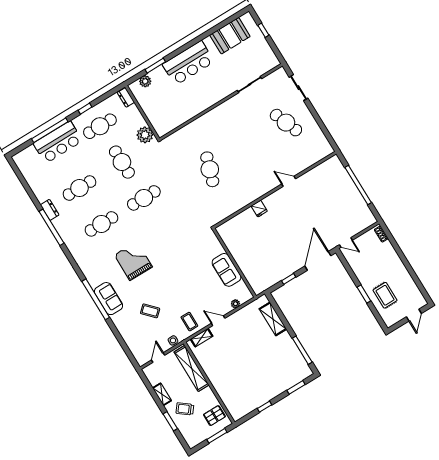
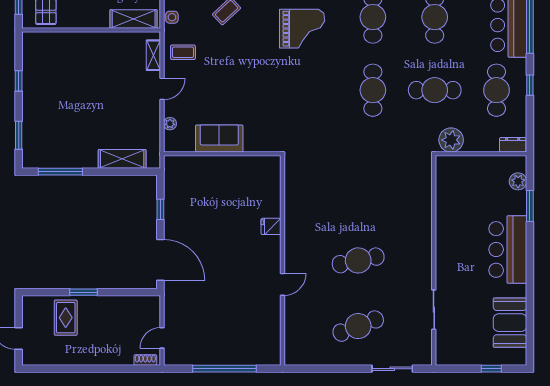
cafe table: (210, 169) -> (358, 260), moved, turned -30
door: (346, 242) -> (162, 338), moved
rug: (385, 295) -> (66, 318), turned 90
shelving: (192, 368) -> (134, 19), width x0.68

